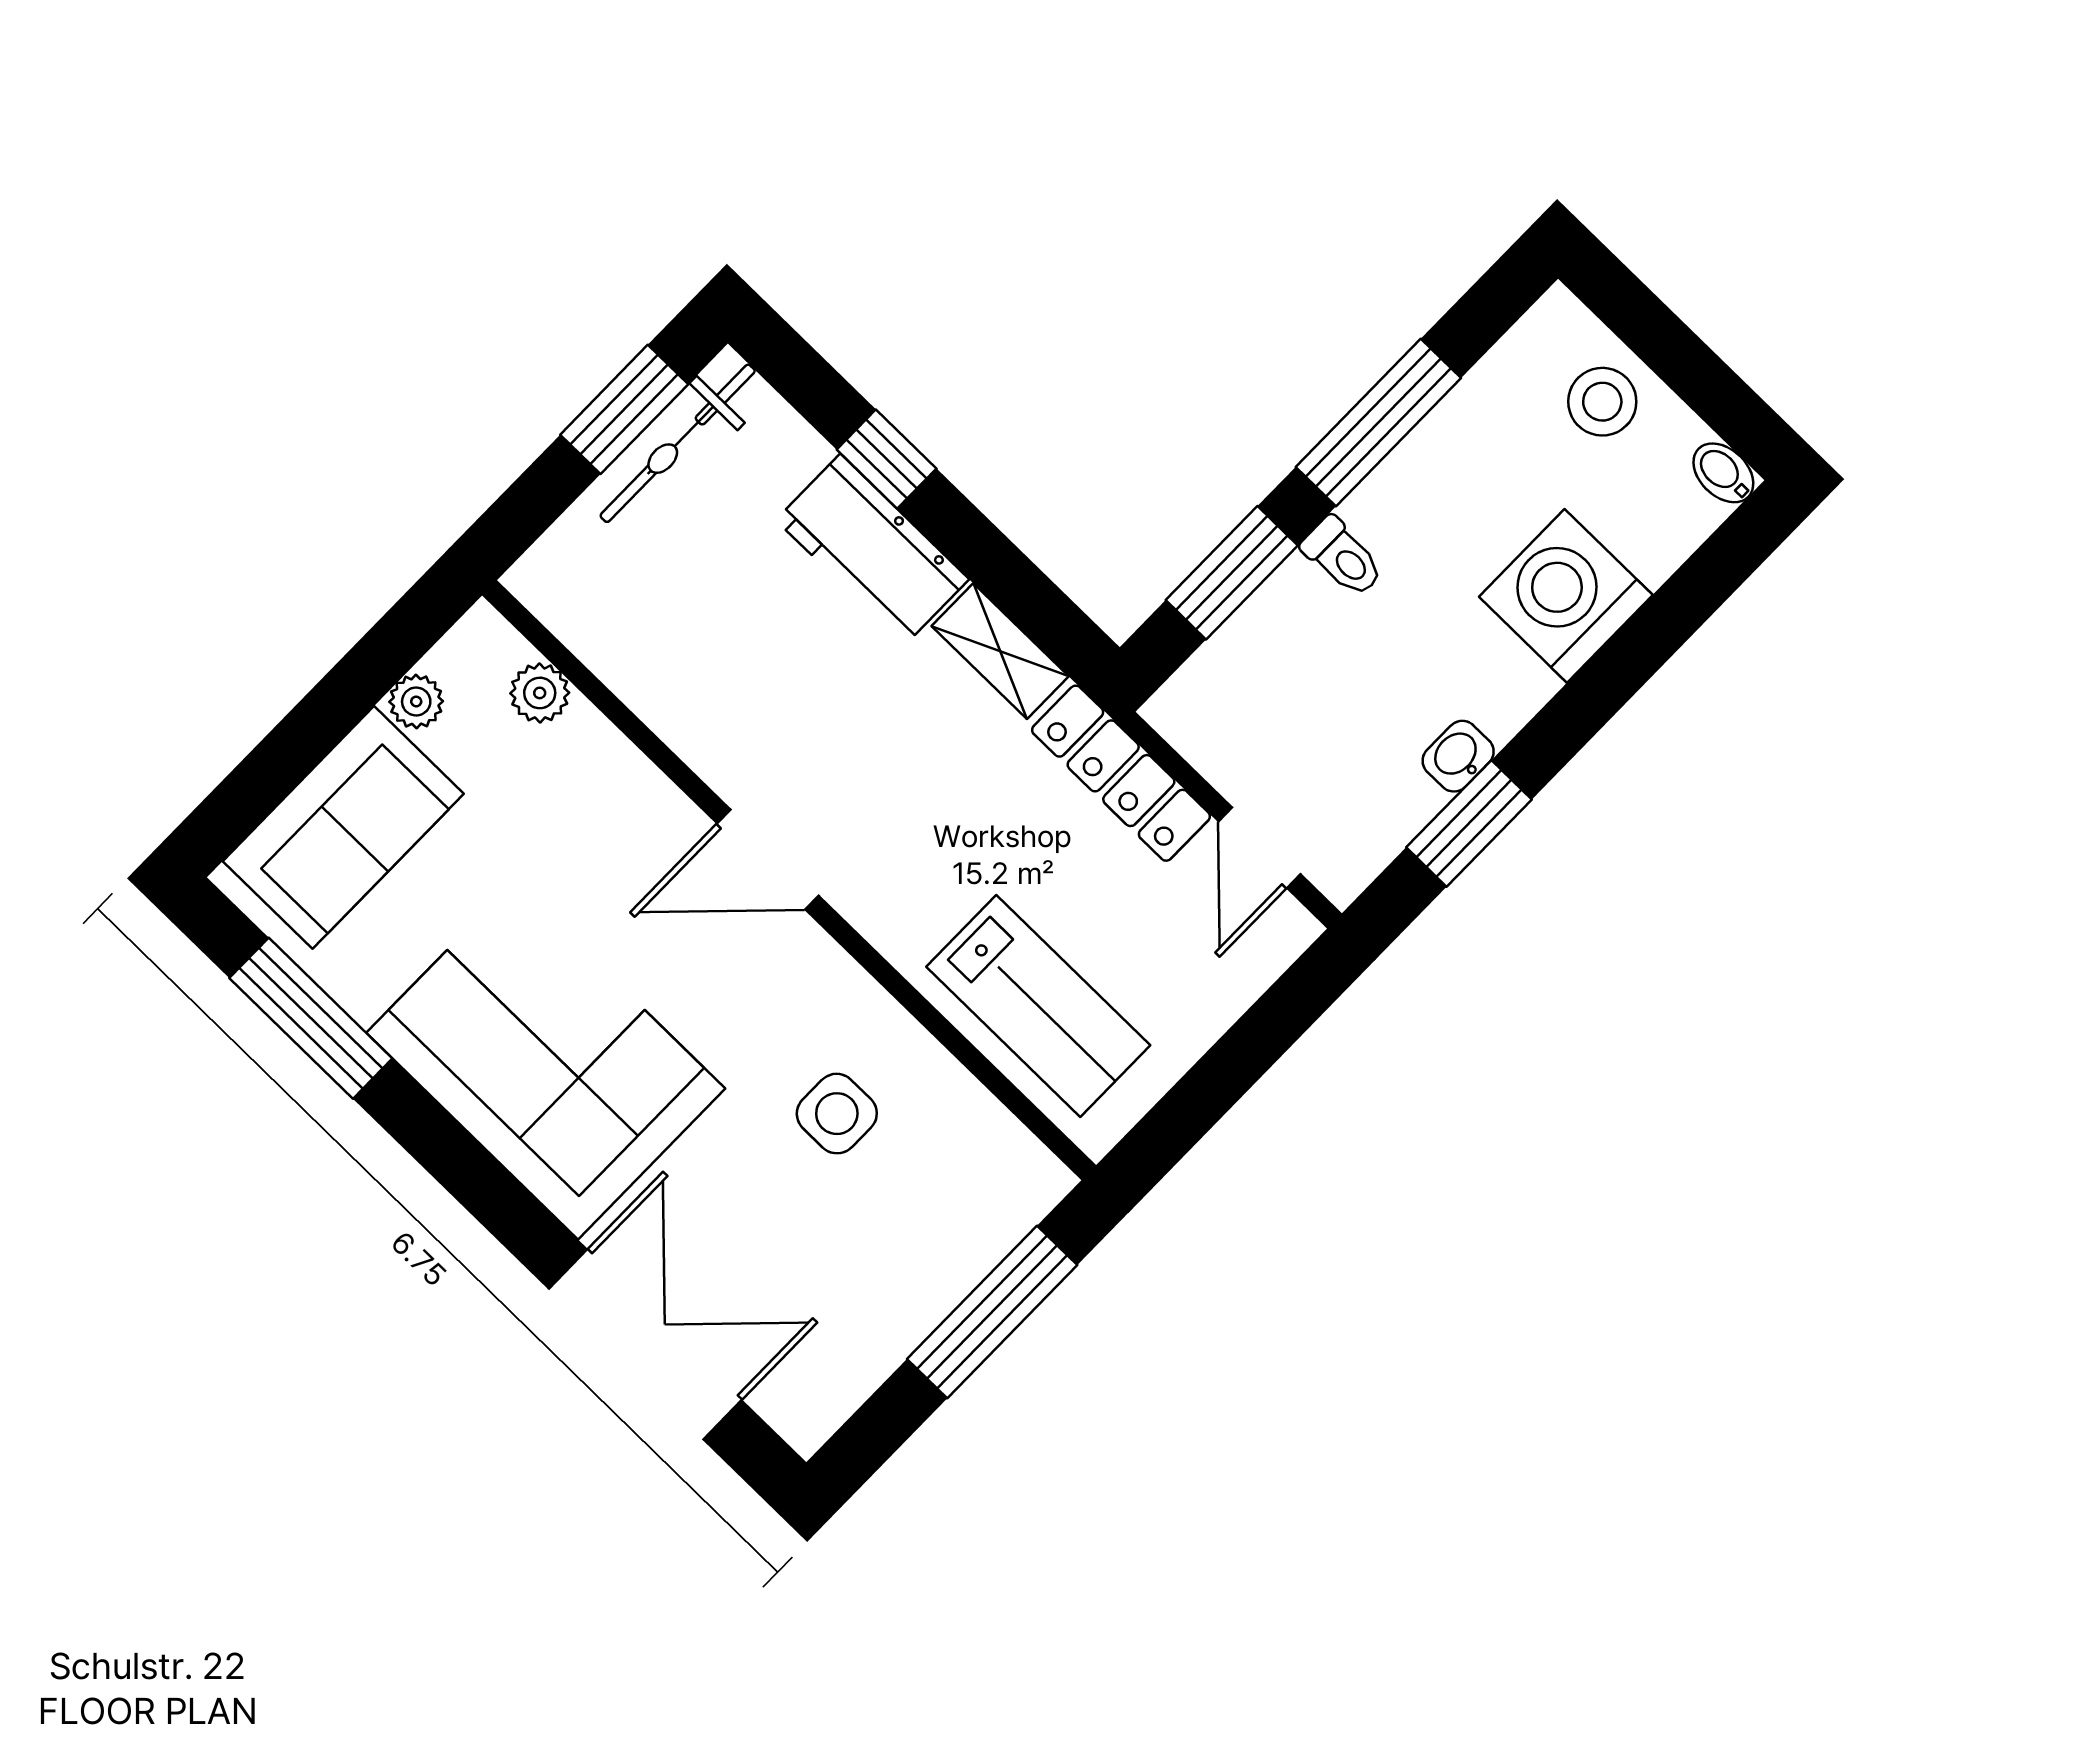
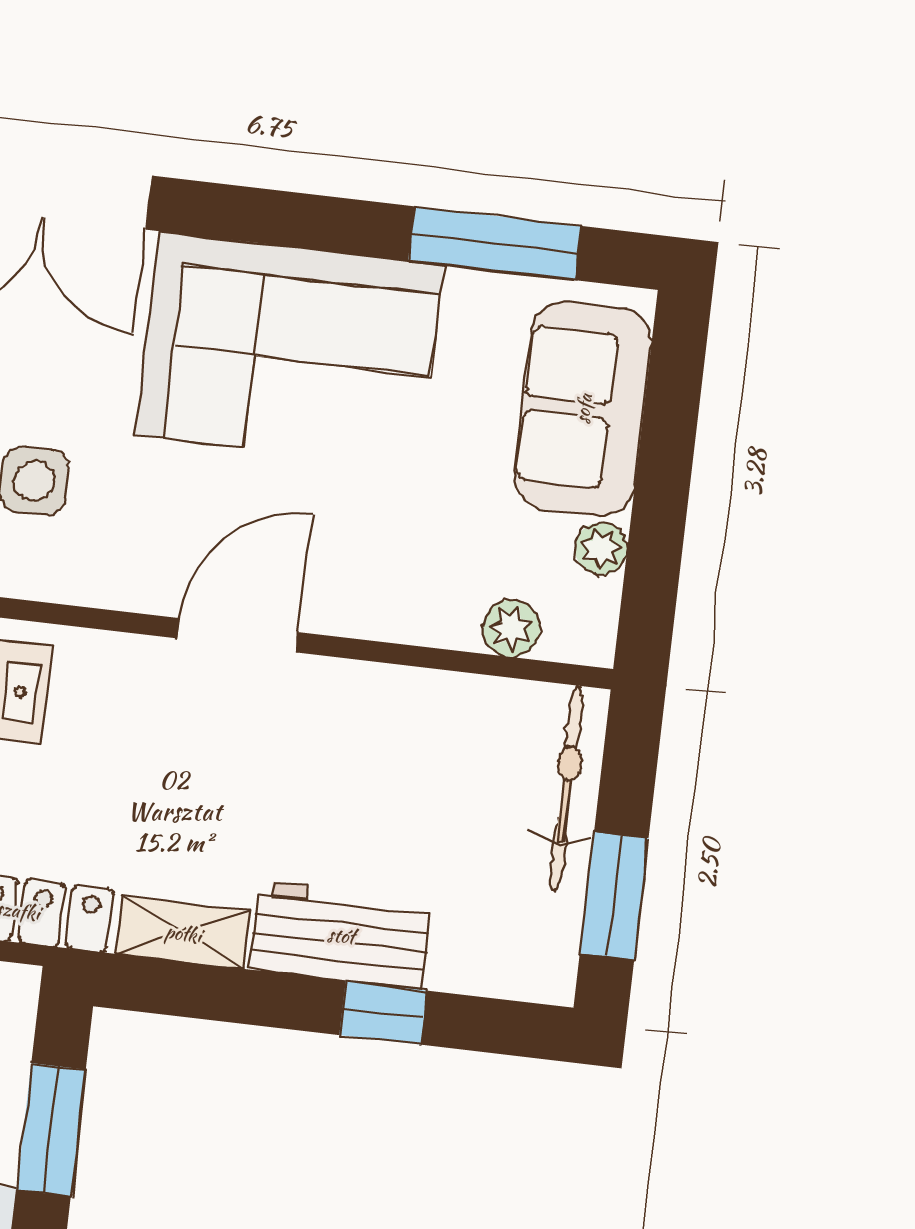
bicycle: (678, 443) -> (566, 788), moved

